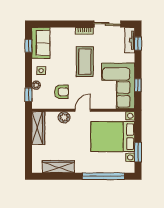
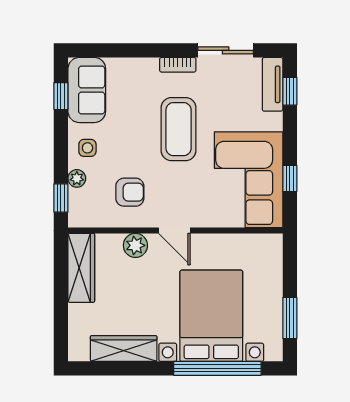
door: (83, 110) -> (174, 231), swing flipped
bed with nightstands: (113, 137) -> (211, 316), moved, turned 90

